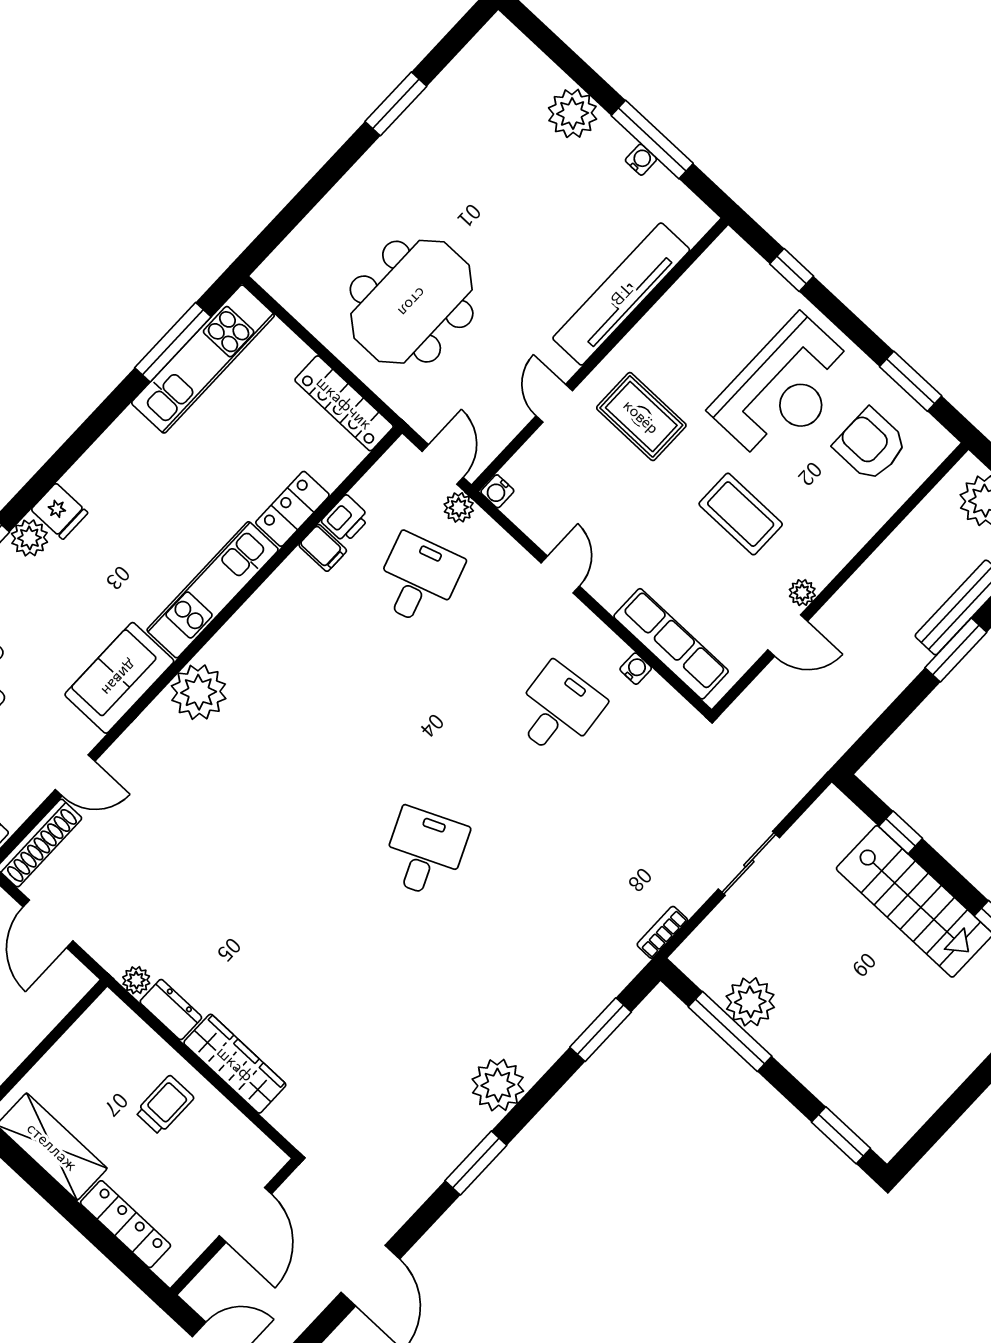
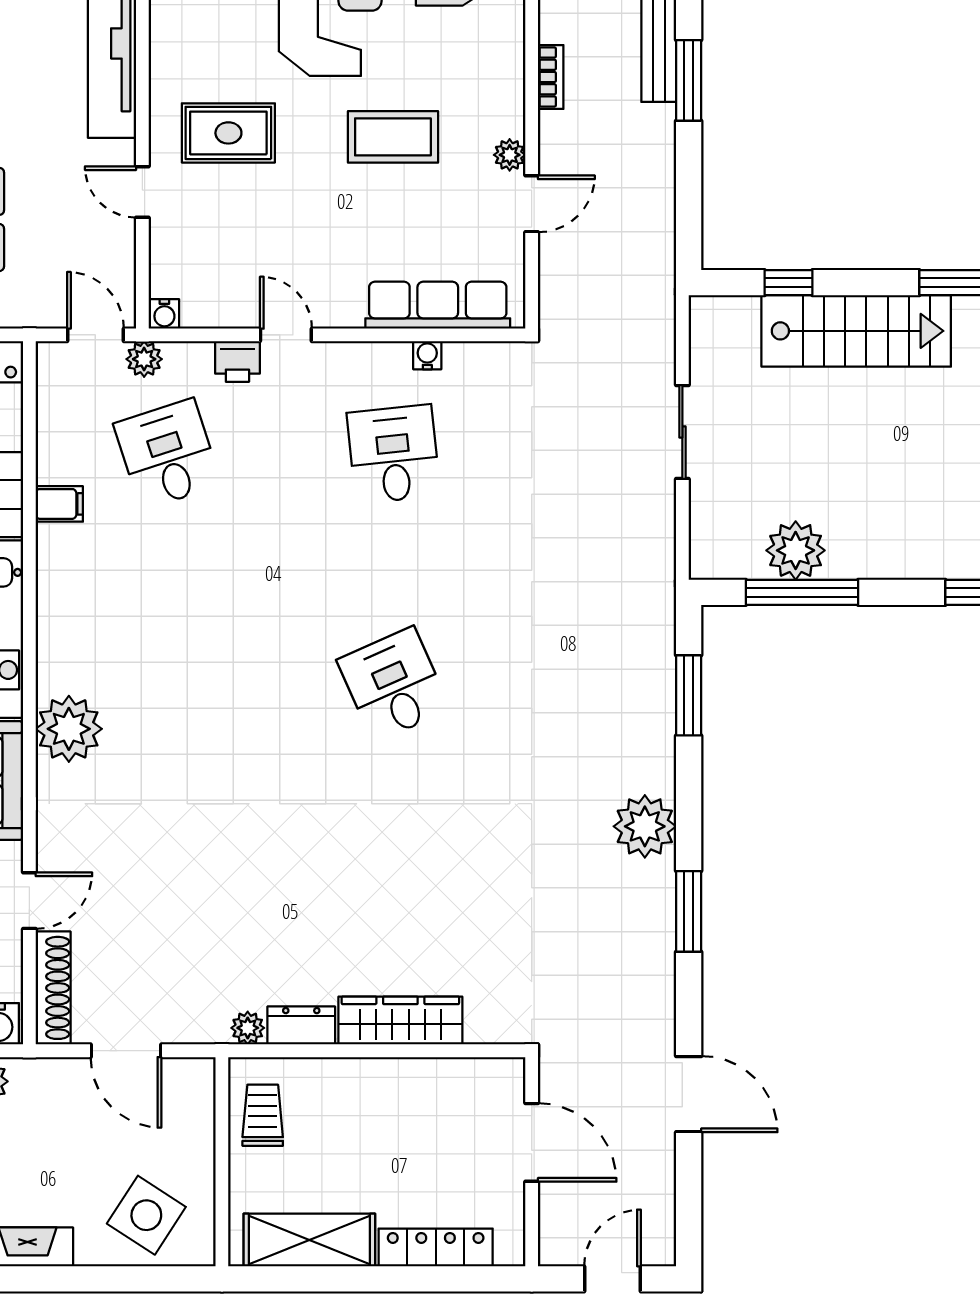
printer: (346, 519) -> (237, 361), moved, turned 90
bookcase: (662, 932) -> (551, 77), moved, turned 180
trolley: (165, 1105) -> (263, 1115), moved

